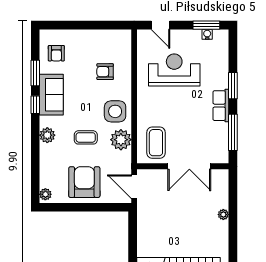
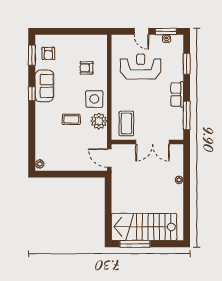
door: (160, 25) -> (141, 31), moved
window: (35, 73) -> (32, 55), moved
window: (233, 86) -> (187, 64), moved
plant: (47, 135) -> (41, 118), removed
armchair: (84, 182) -> (70, 154), removed

